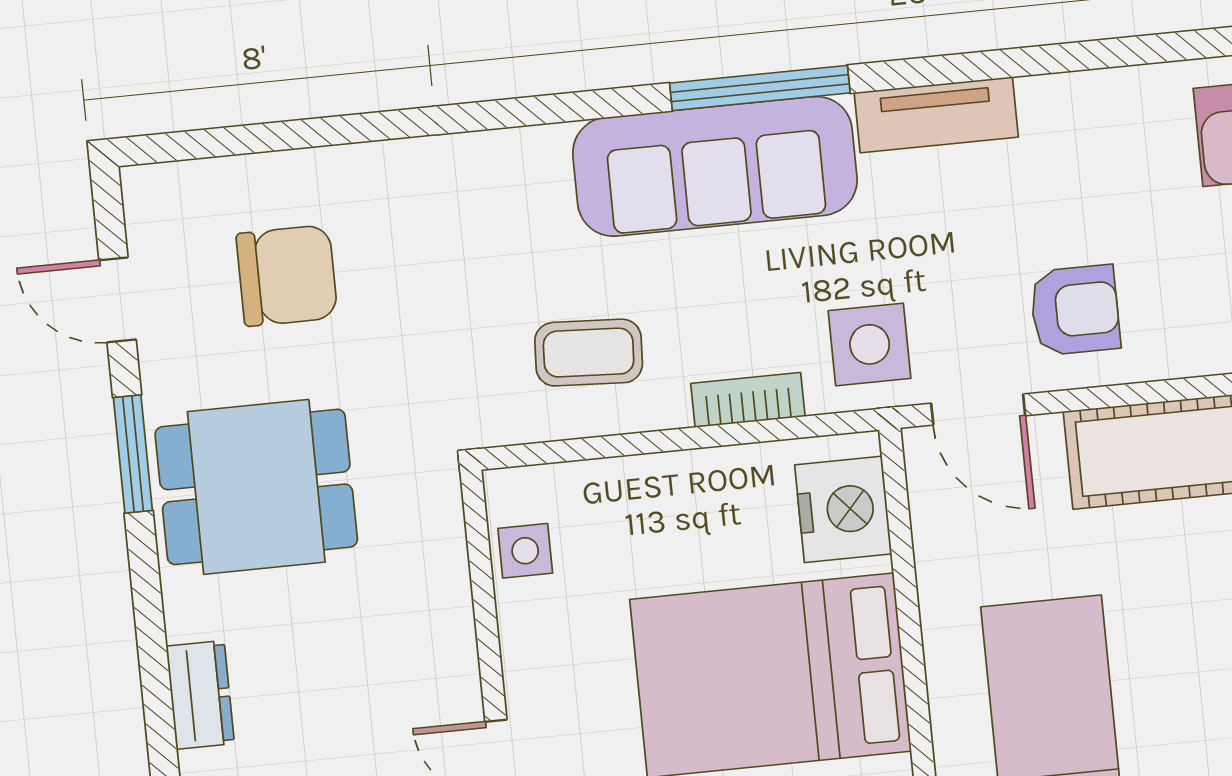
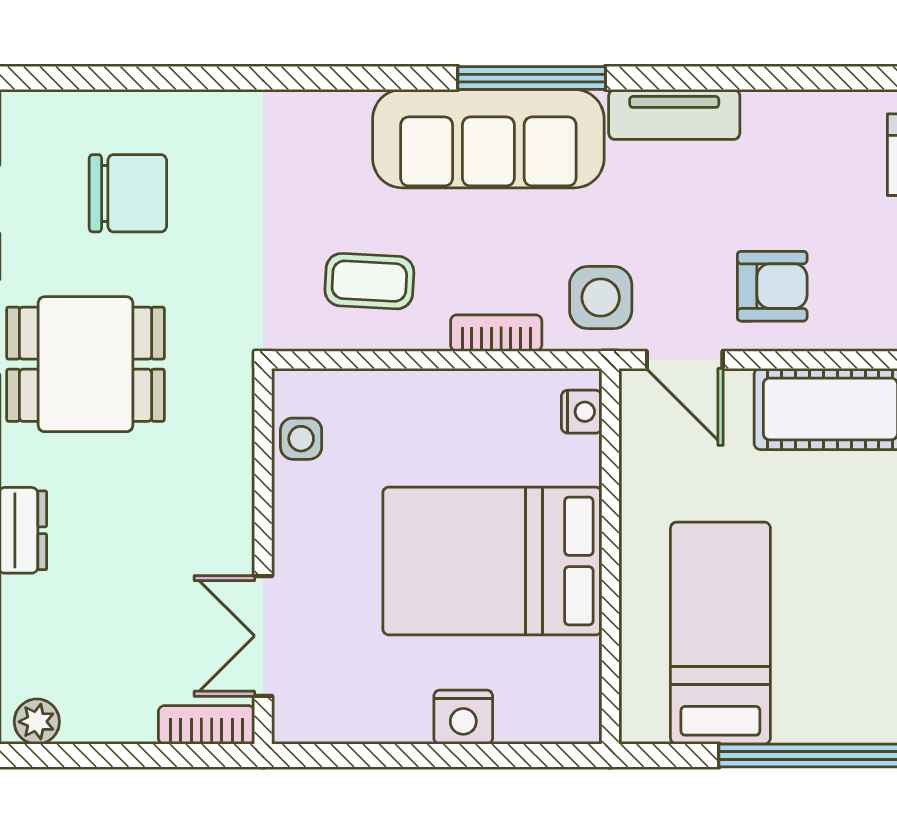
nightstand: (843, 509) -> (582, 412), width x0.53, depth x0.56

